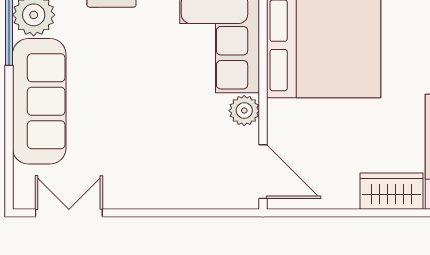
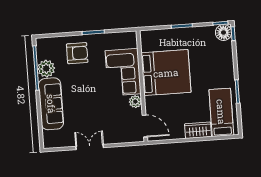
double door: (69, 213) -> (90, 147), moved

